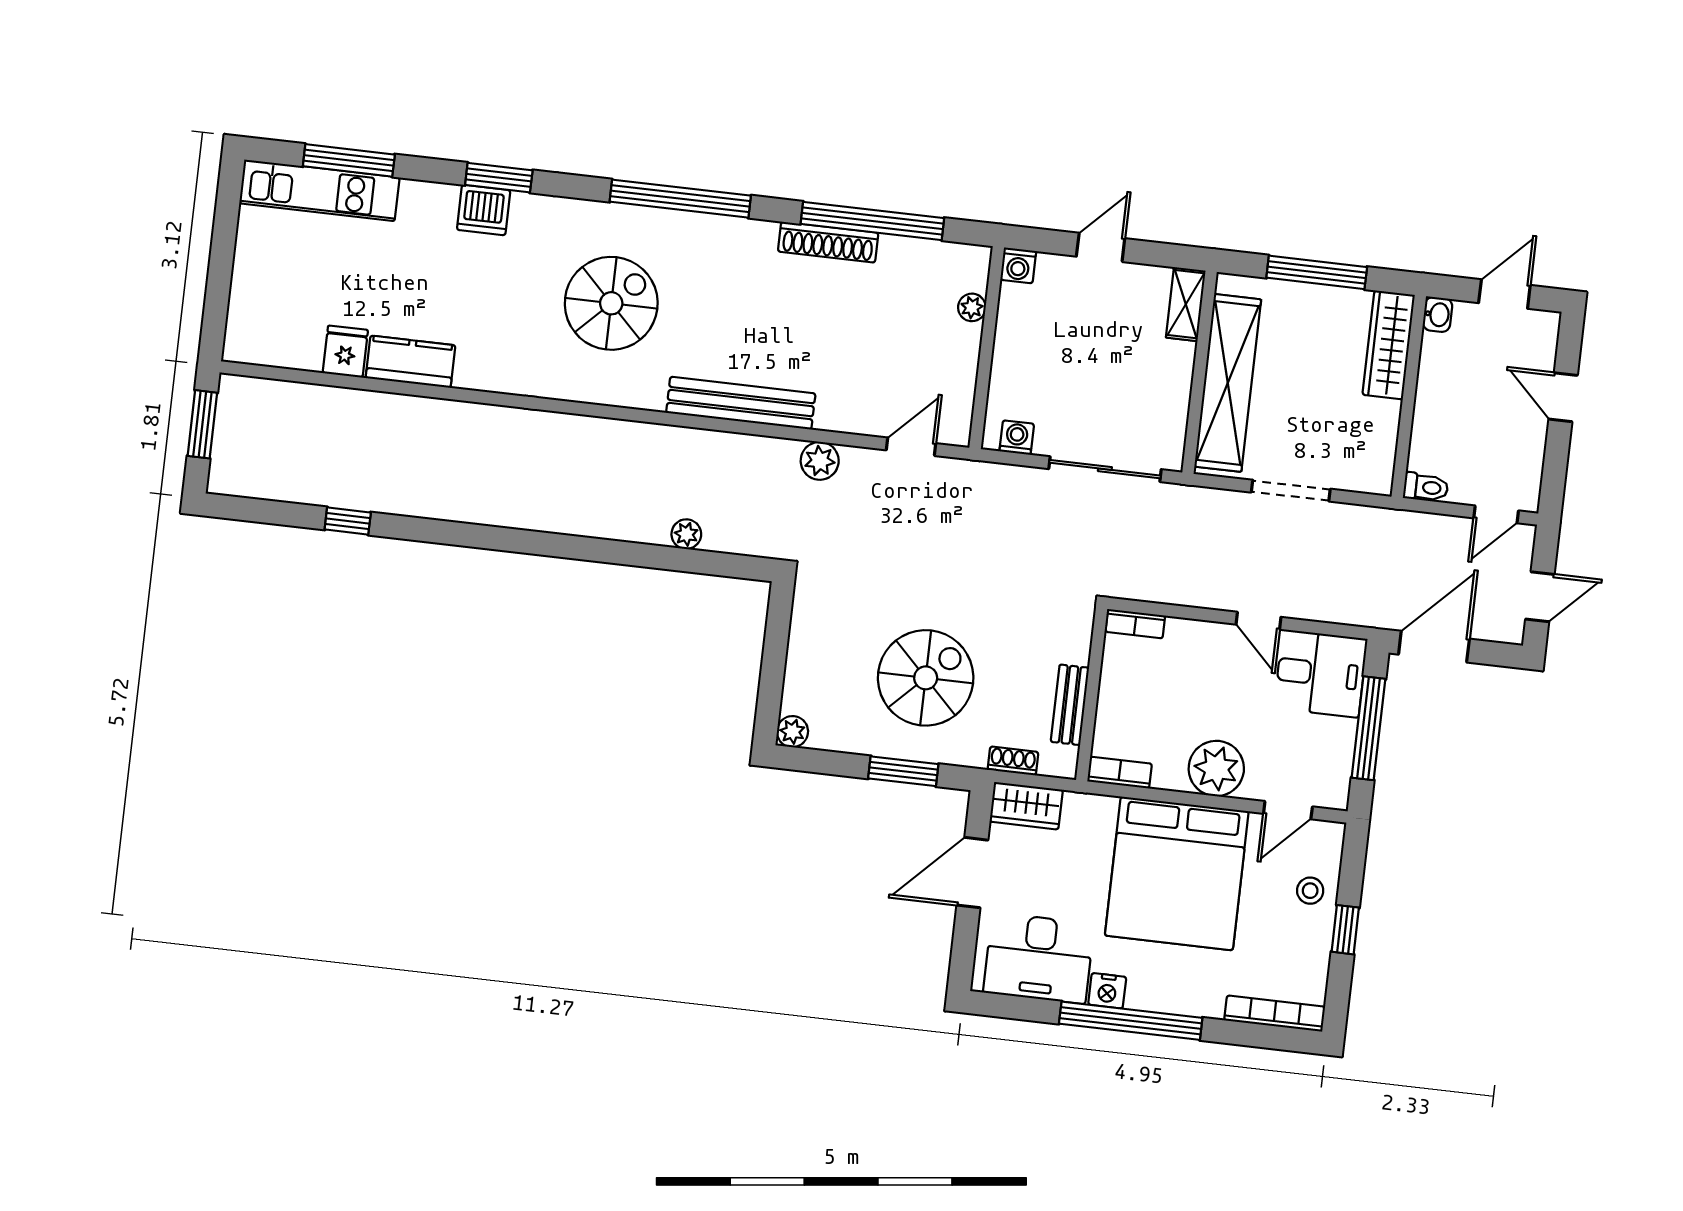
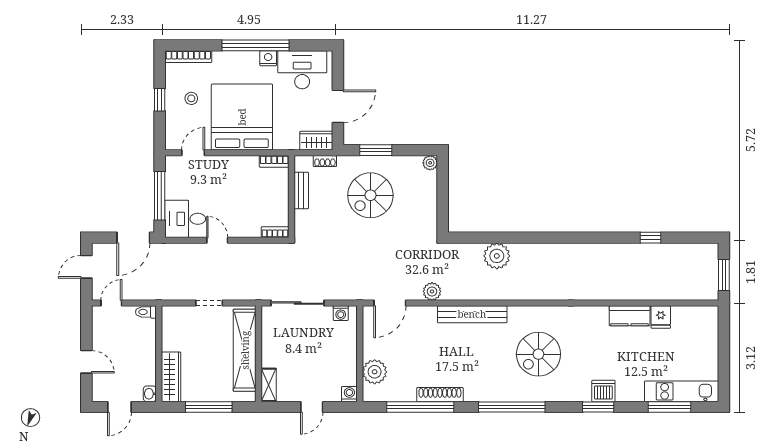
plant: (972, 307) -> (375, 372), width x1.88, depth x1.88
door: (911, 447) -> (390, 303), width x1.38
doorway: (1291, 491) -> (209, 303), width x0.73
plant: (686, 534) -> (497, 256), width x1.88, depth x1.88
plant: (1216, 768) -> (229, 169), removed
stool: (1310, 891) -> (191, 98), moved

